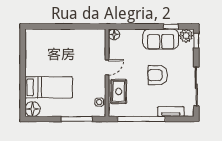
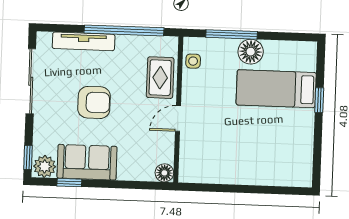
window: (23, 81) -> (319, 100), added
floor lamp: (33, 109) -> (251, 52), moved
tv unit: (171, 112) -> (84, 41), width x1.41

